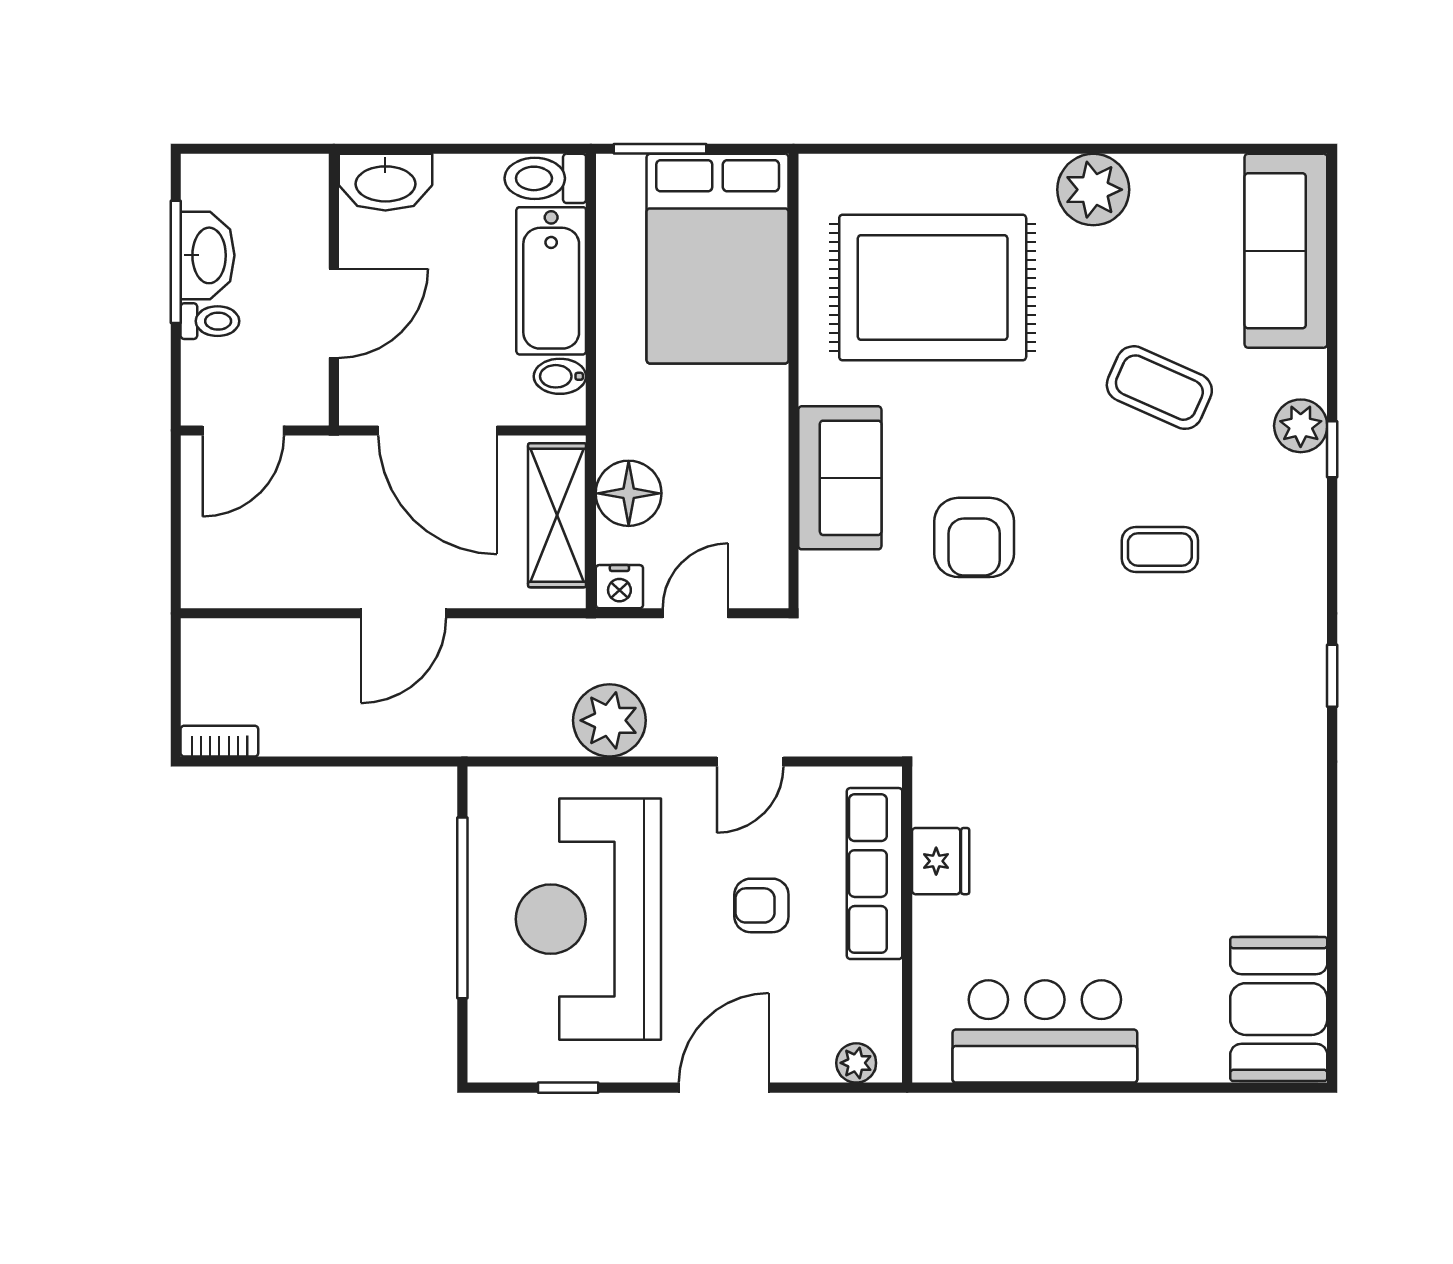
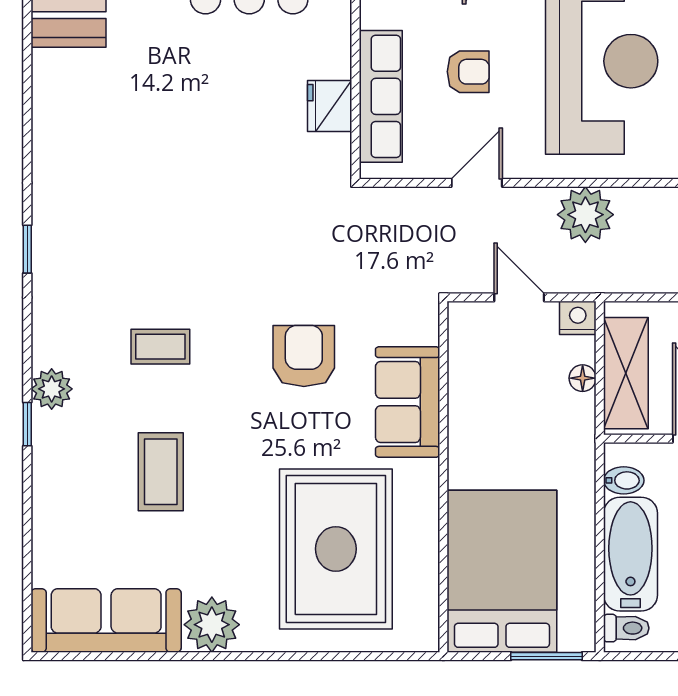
toilet: (545, 178) -> (626, 628), width x0.73, depth x0.72
sofa: (1286, 251) -> (106, 620), moved, turned -90
rug: (933, 288) -> (336, 549), turned 90
coffee table: (1159, 388) -> (161, 472), turned 66
plant: (1301, 426) -> (52, 389), moved
floor lamp: (629, 493) -> (583, 378), width x0.53, depth x0.53
door: (695, 613) -> (519, 297), swing flipped

